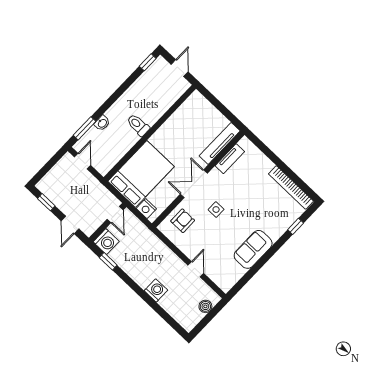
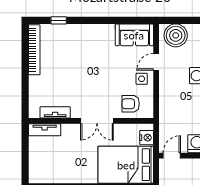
tv unit: (220, 143) -> (45, 130), width x0.71
side table: (216, 210) -> (142, 79), moved
sofa: (253, 249) -> (134, 35), moved
boiler: (205, 306) -> (176, 35), width x1.86, depth x1.86

